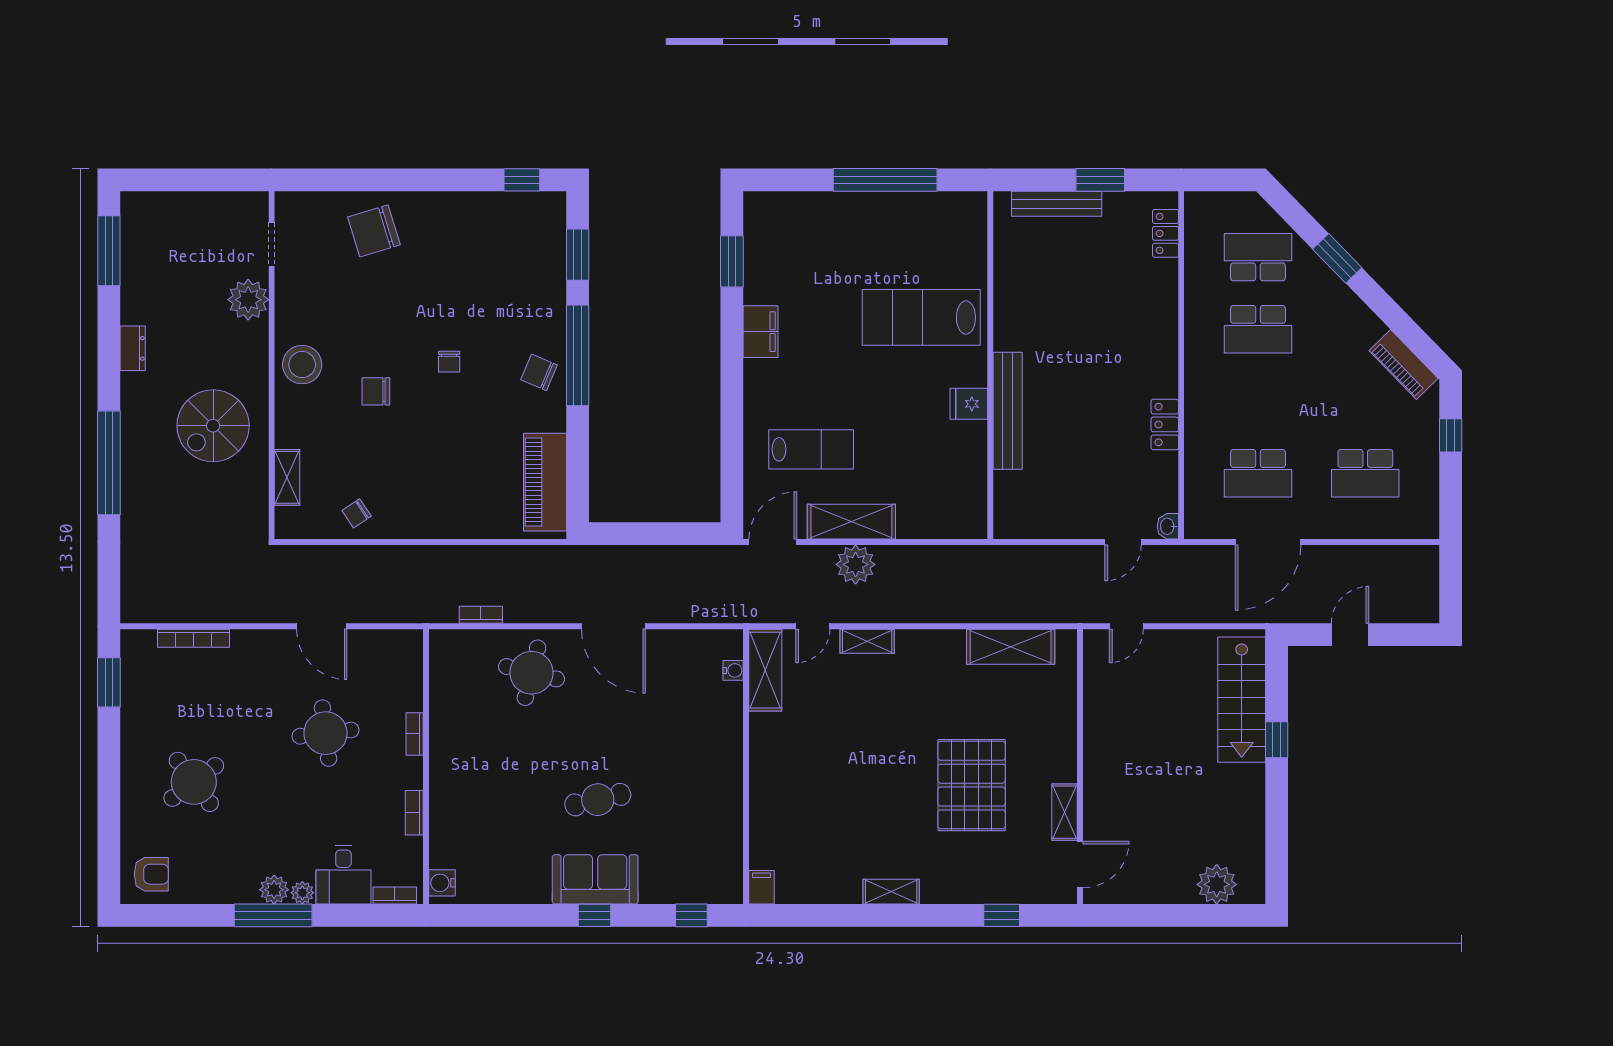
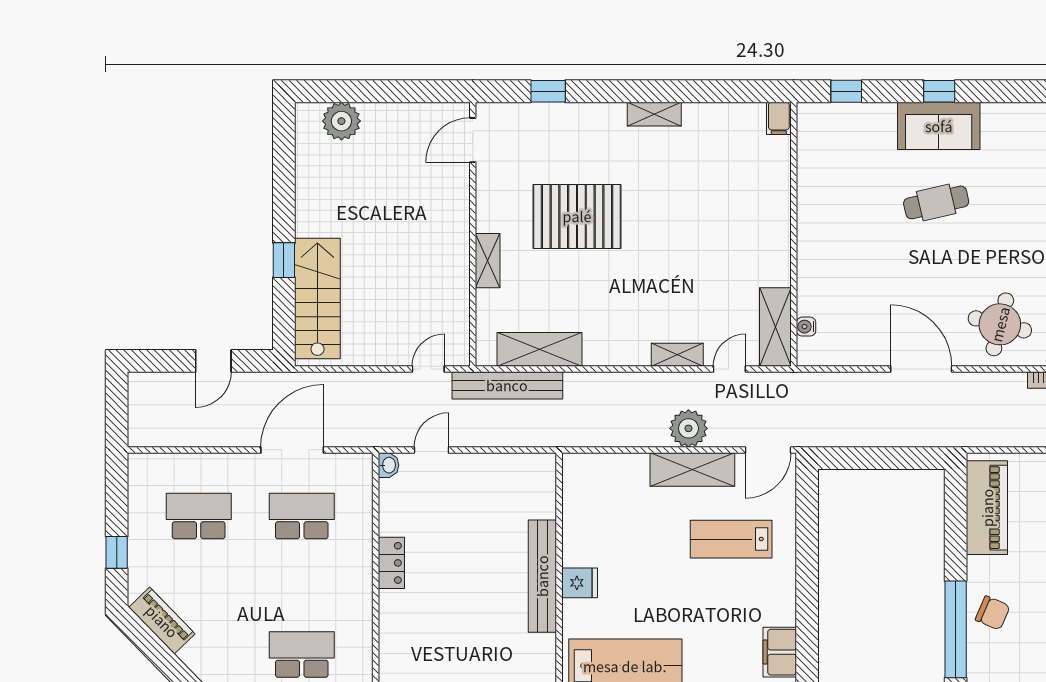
bench: (1044, 609) -> (507, 385), added
pallet: (972, 785) -> (577, 216), turned 90
shelving: (1065, 812) -> (488, 261), moved

